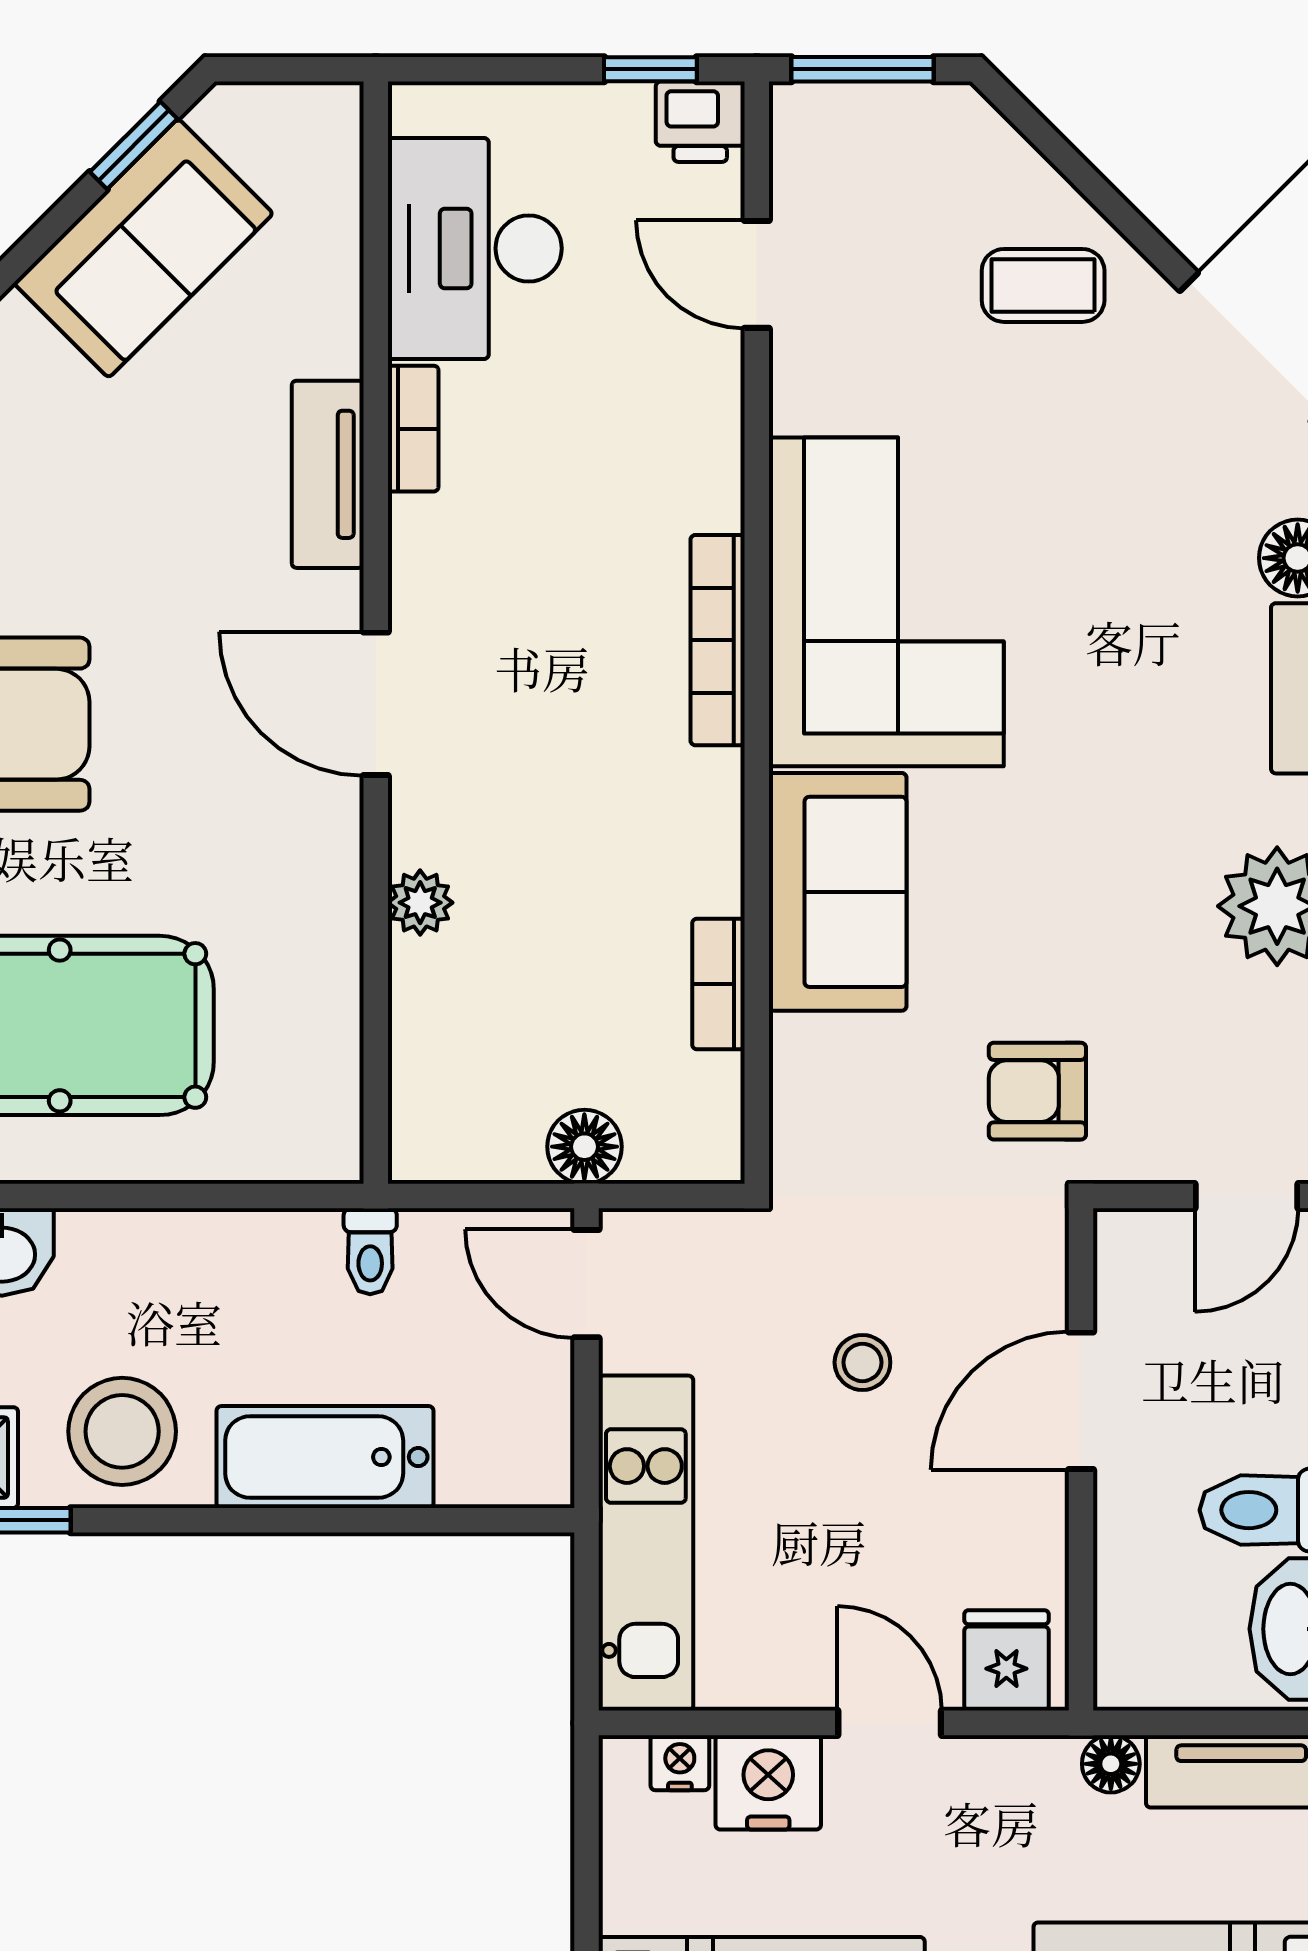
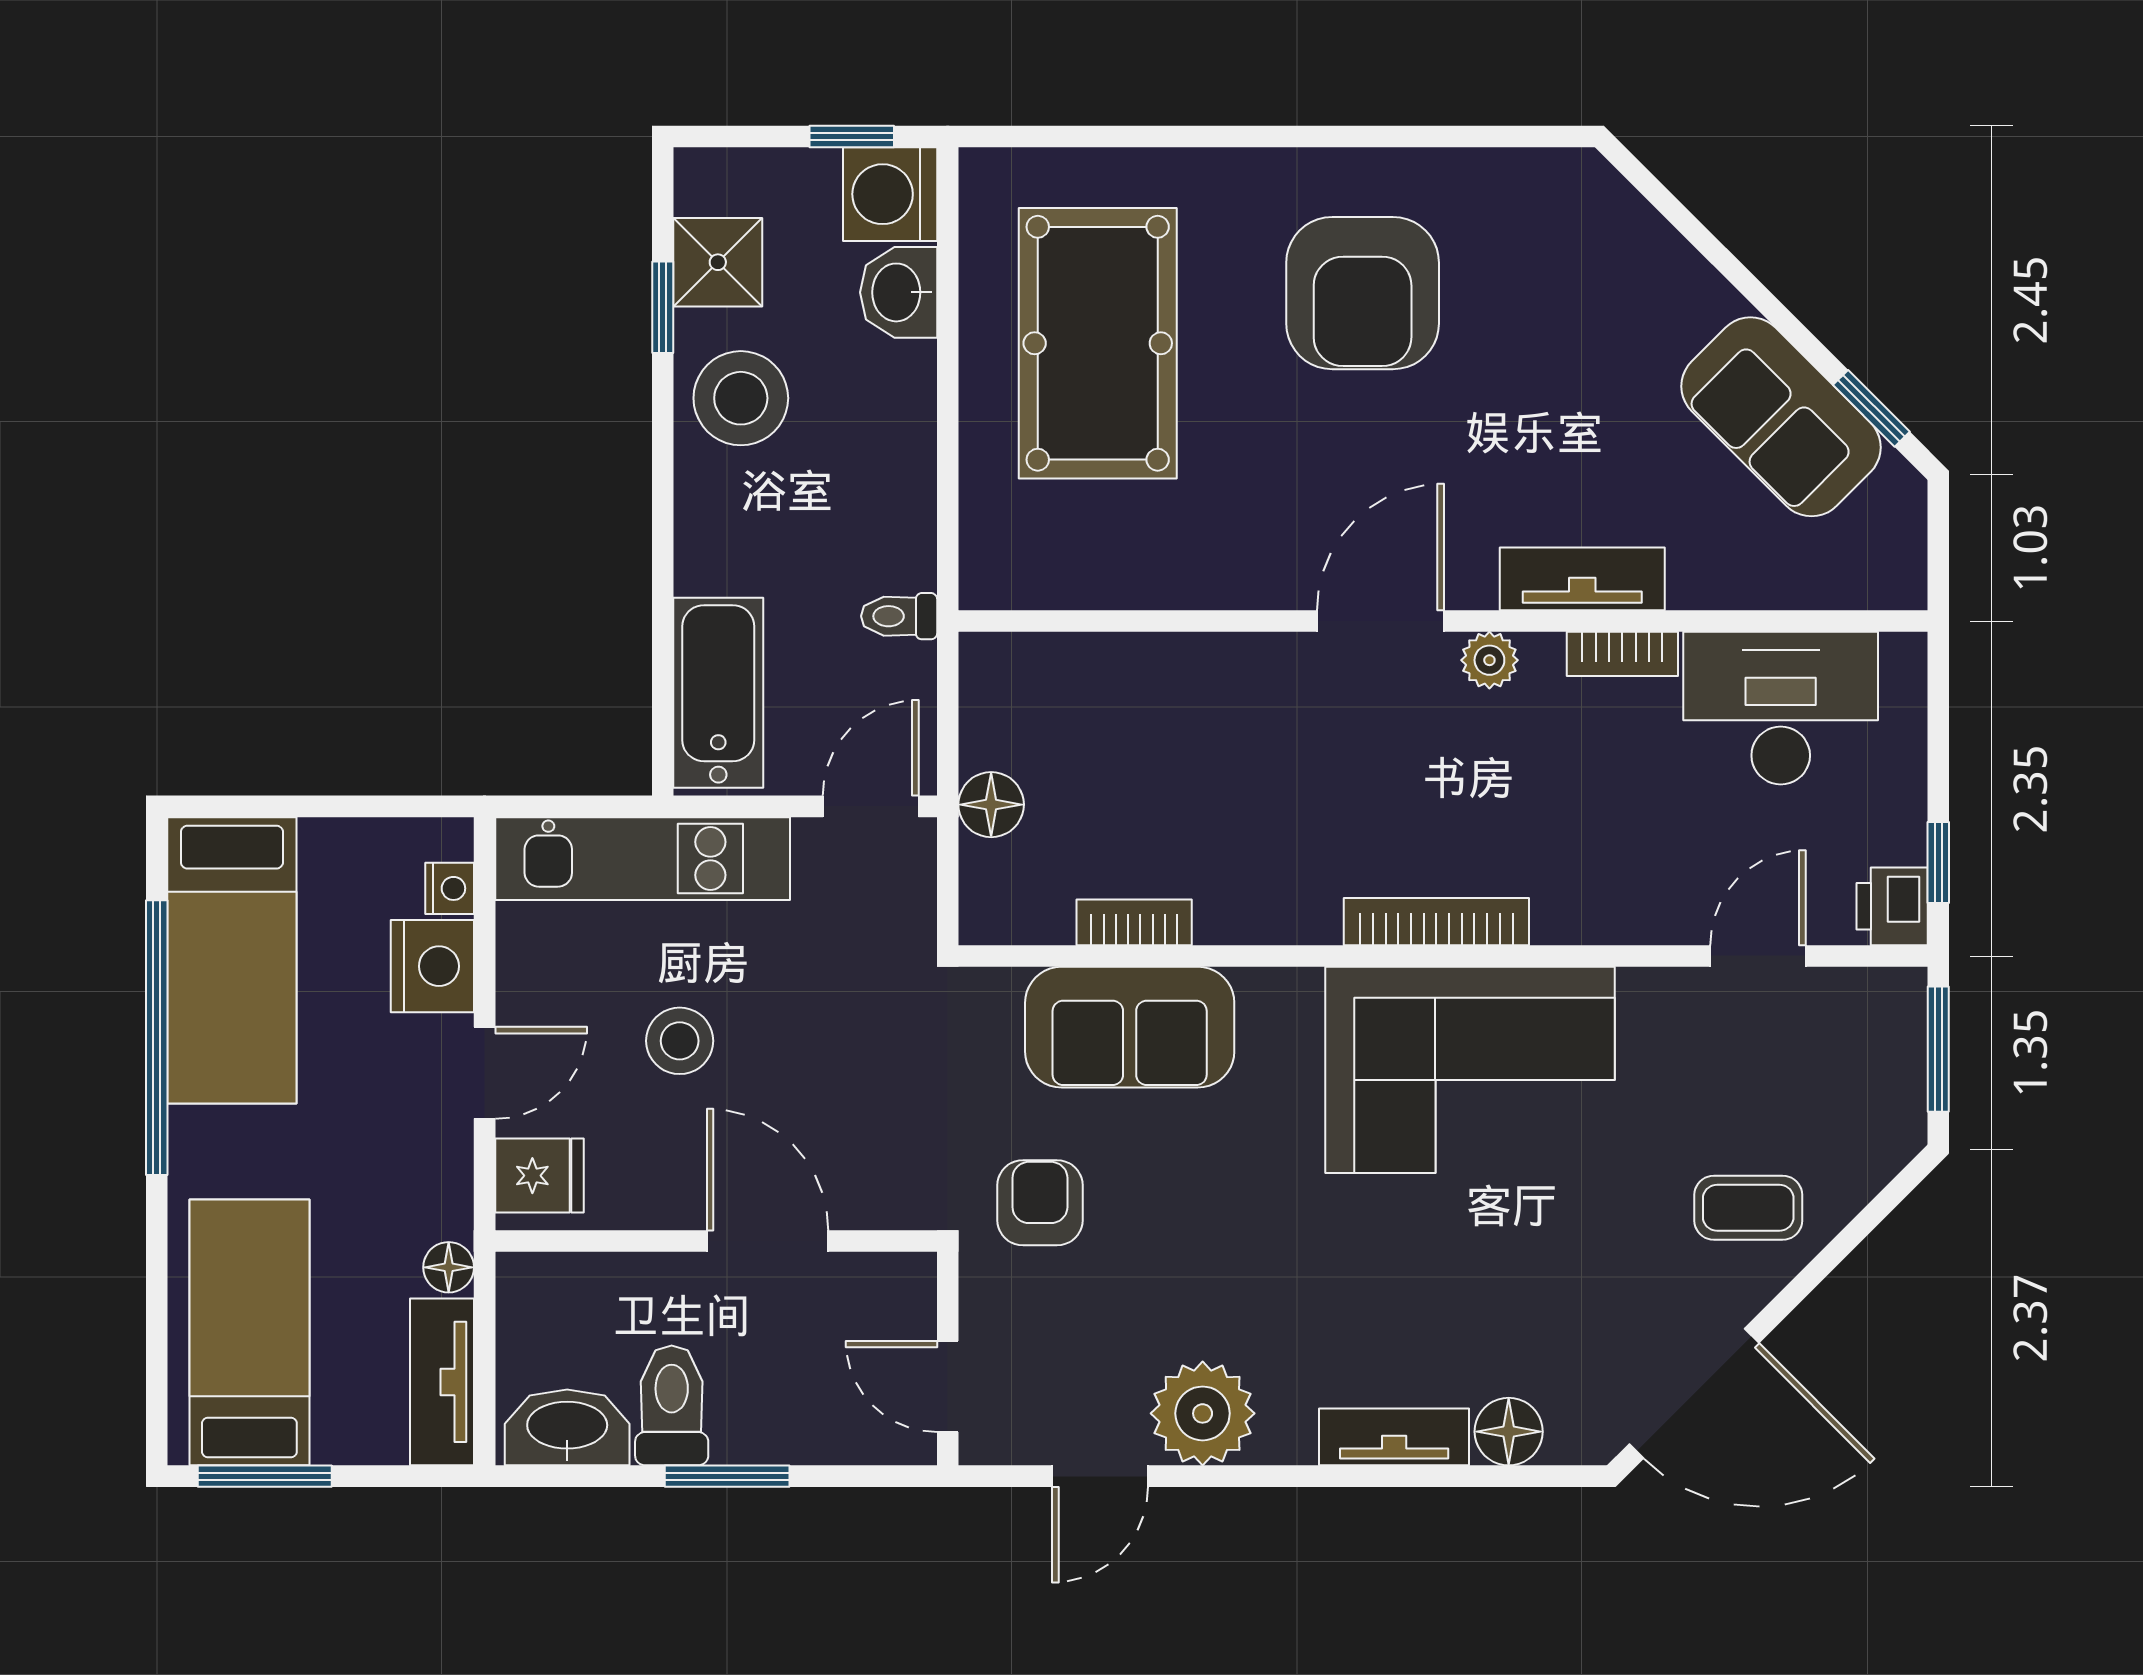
coffee table: (1043, 285) -> (1748, 1208), turned 90
sofa: (838, 892) -> (1130, 1027), moved
plant: (420, 903) -> (1489, 660), moved
stool: (862, 1362) -> (680, 1041), moved, width x1.37, depth x1.37
bathtub: (325, 1457) -> (718, 693), moved

